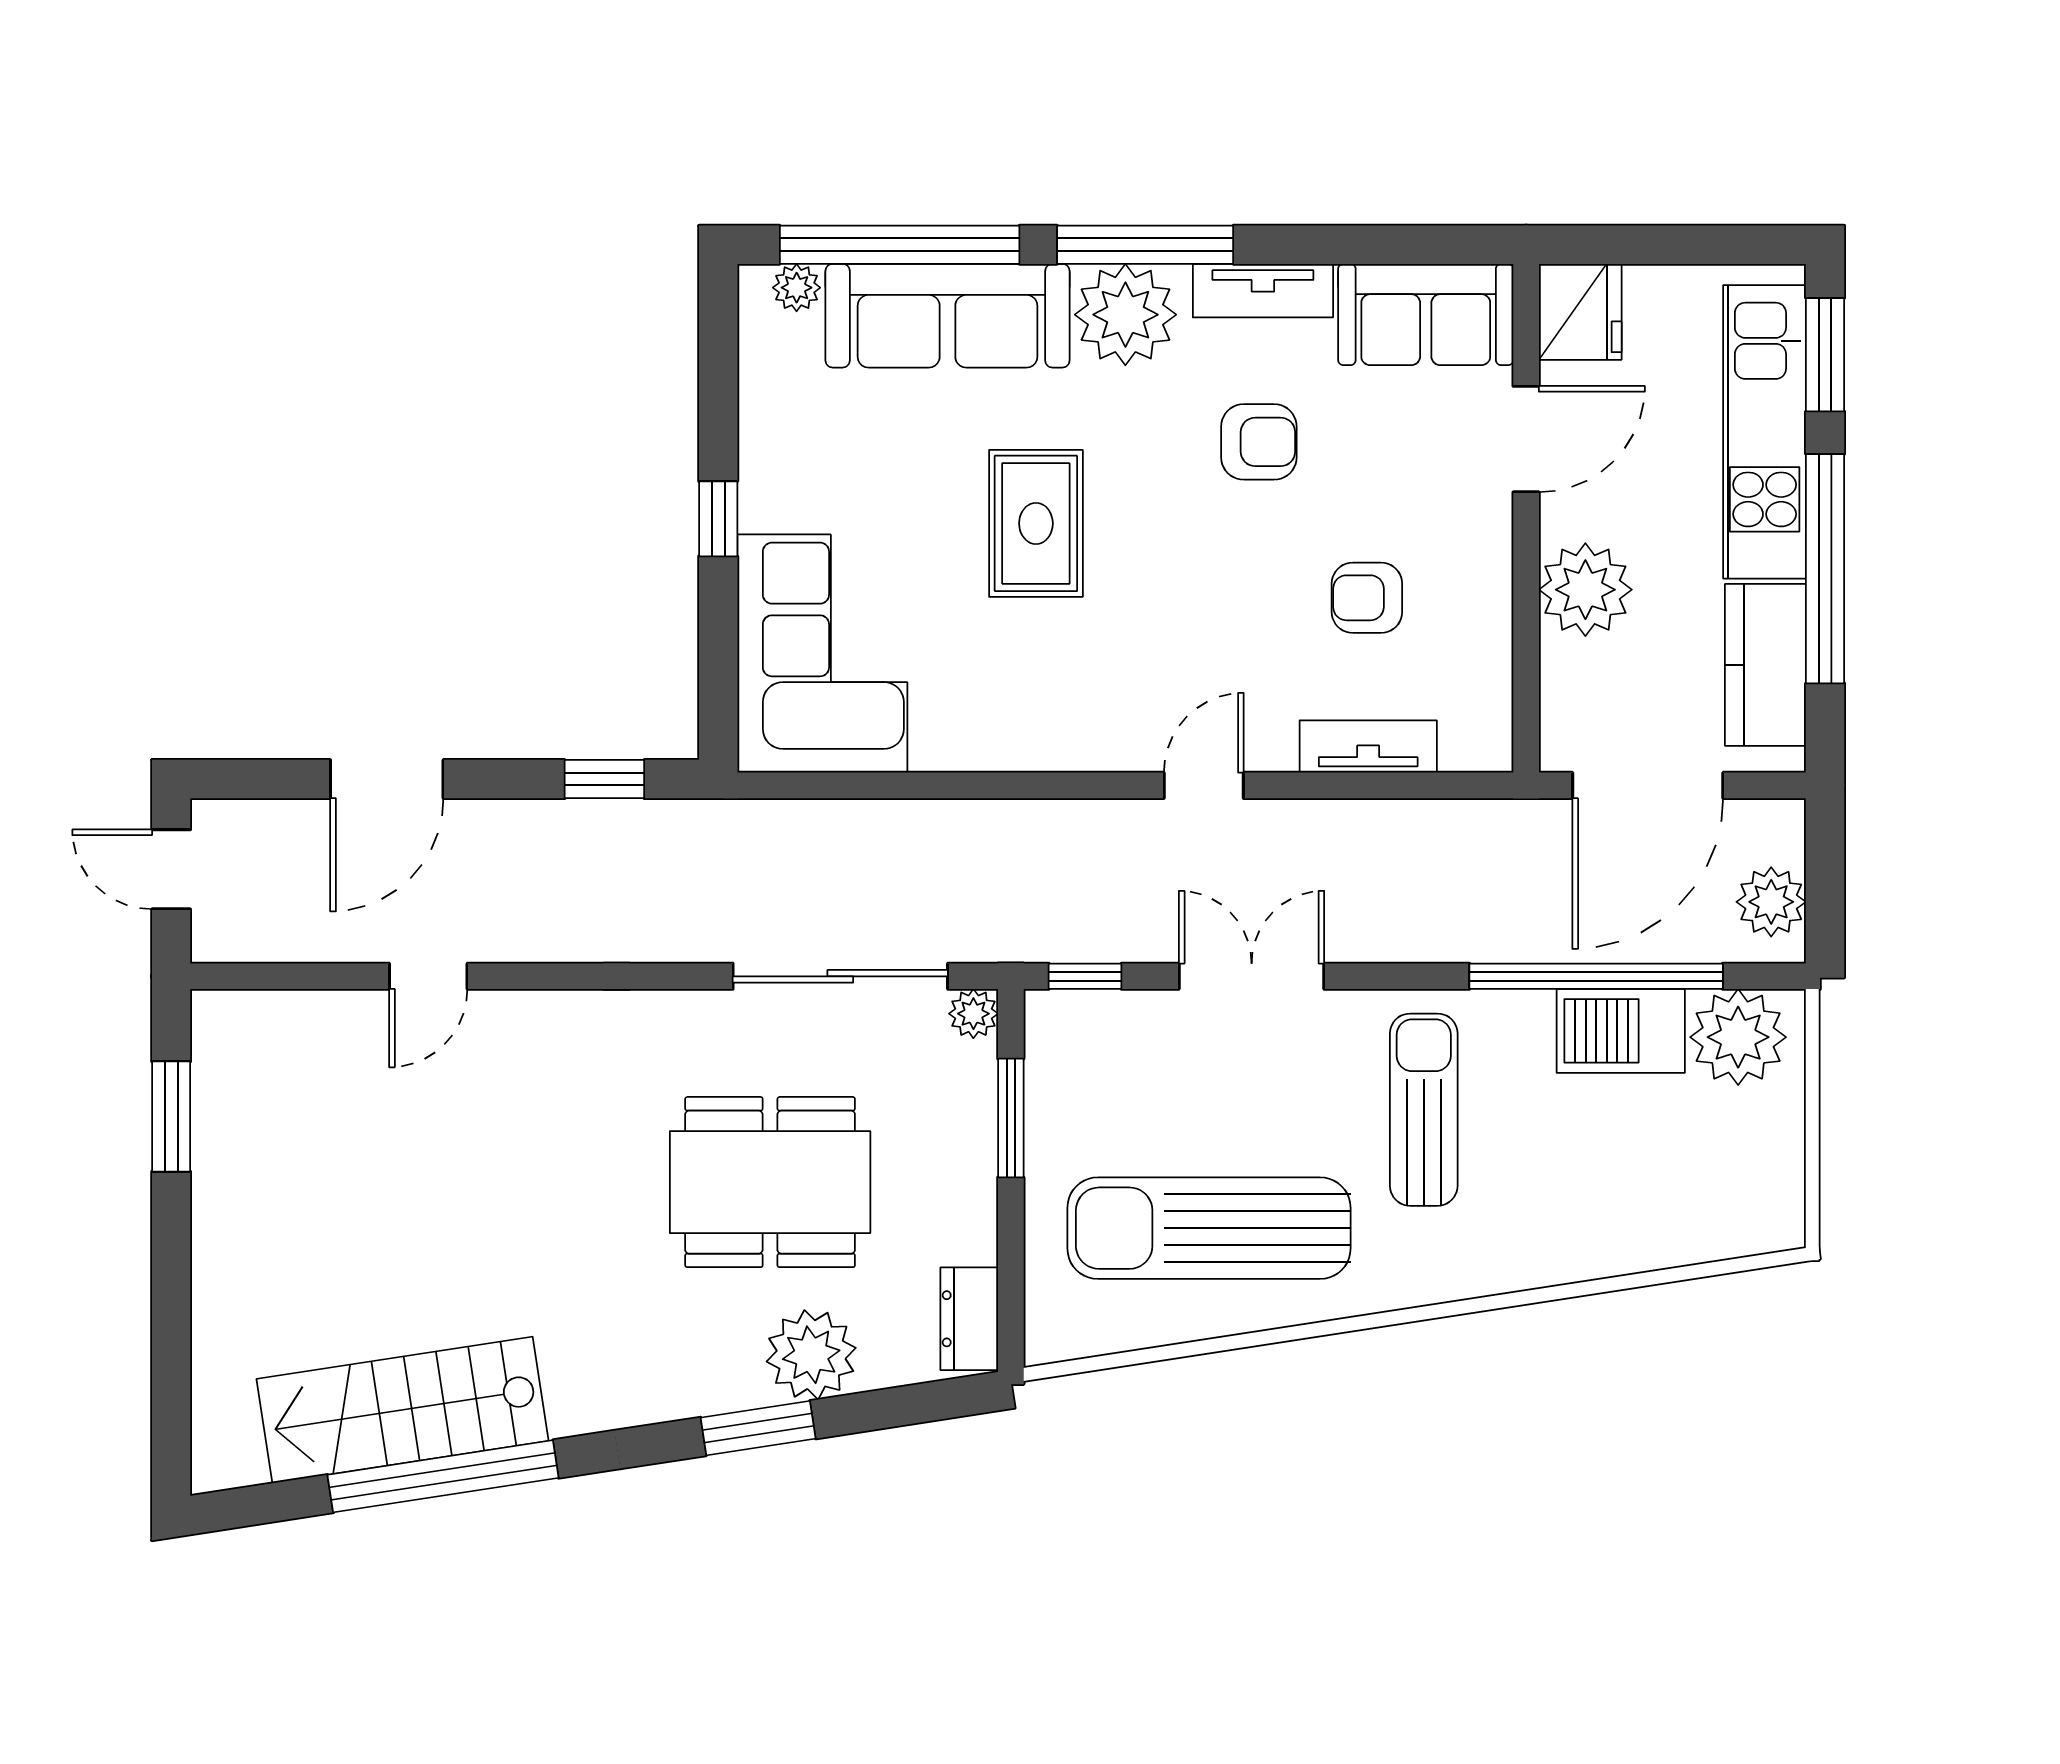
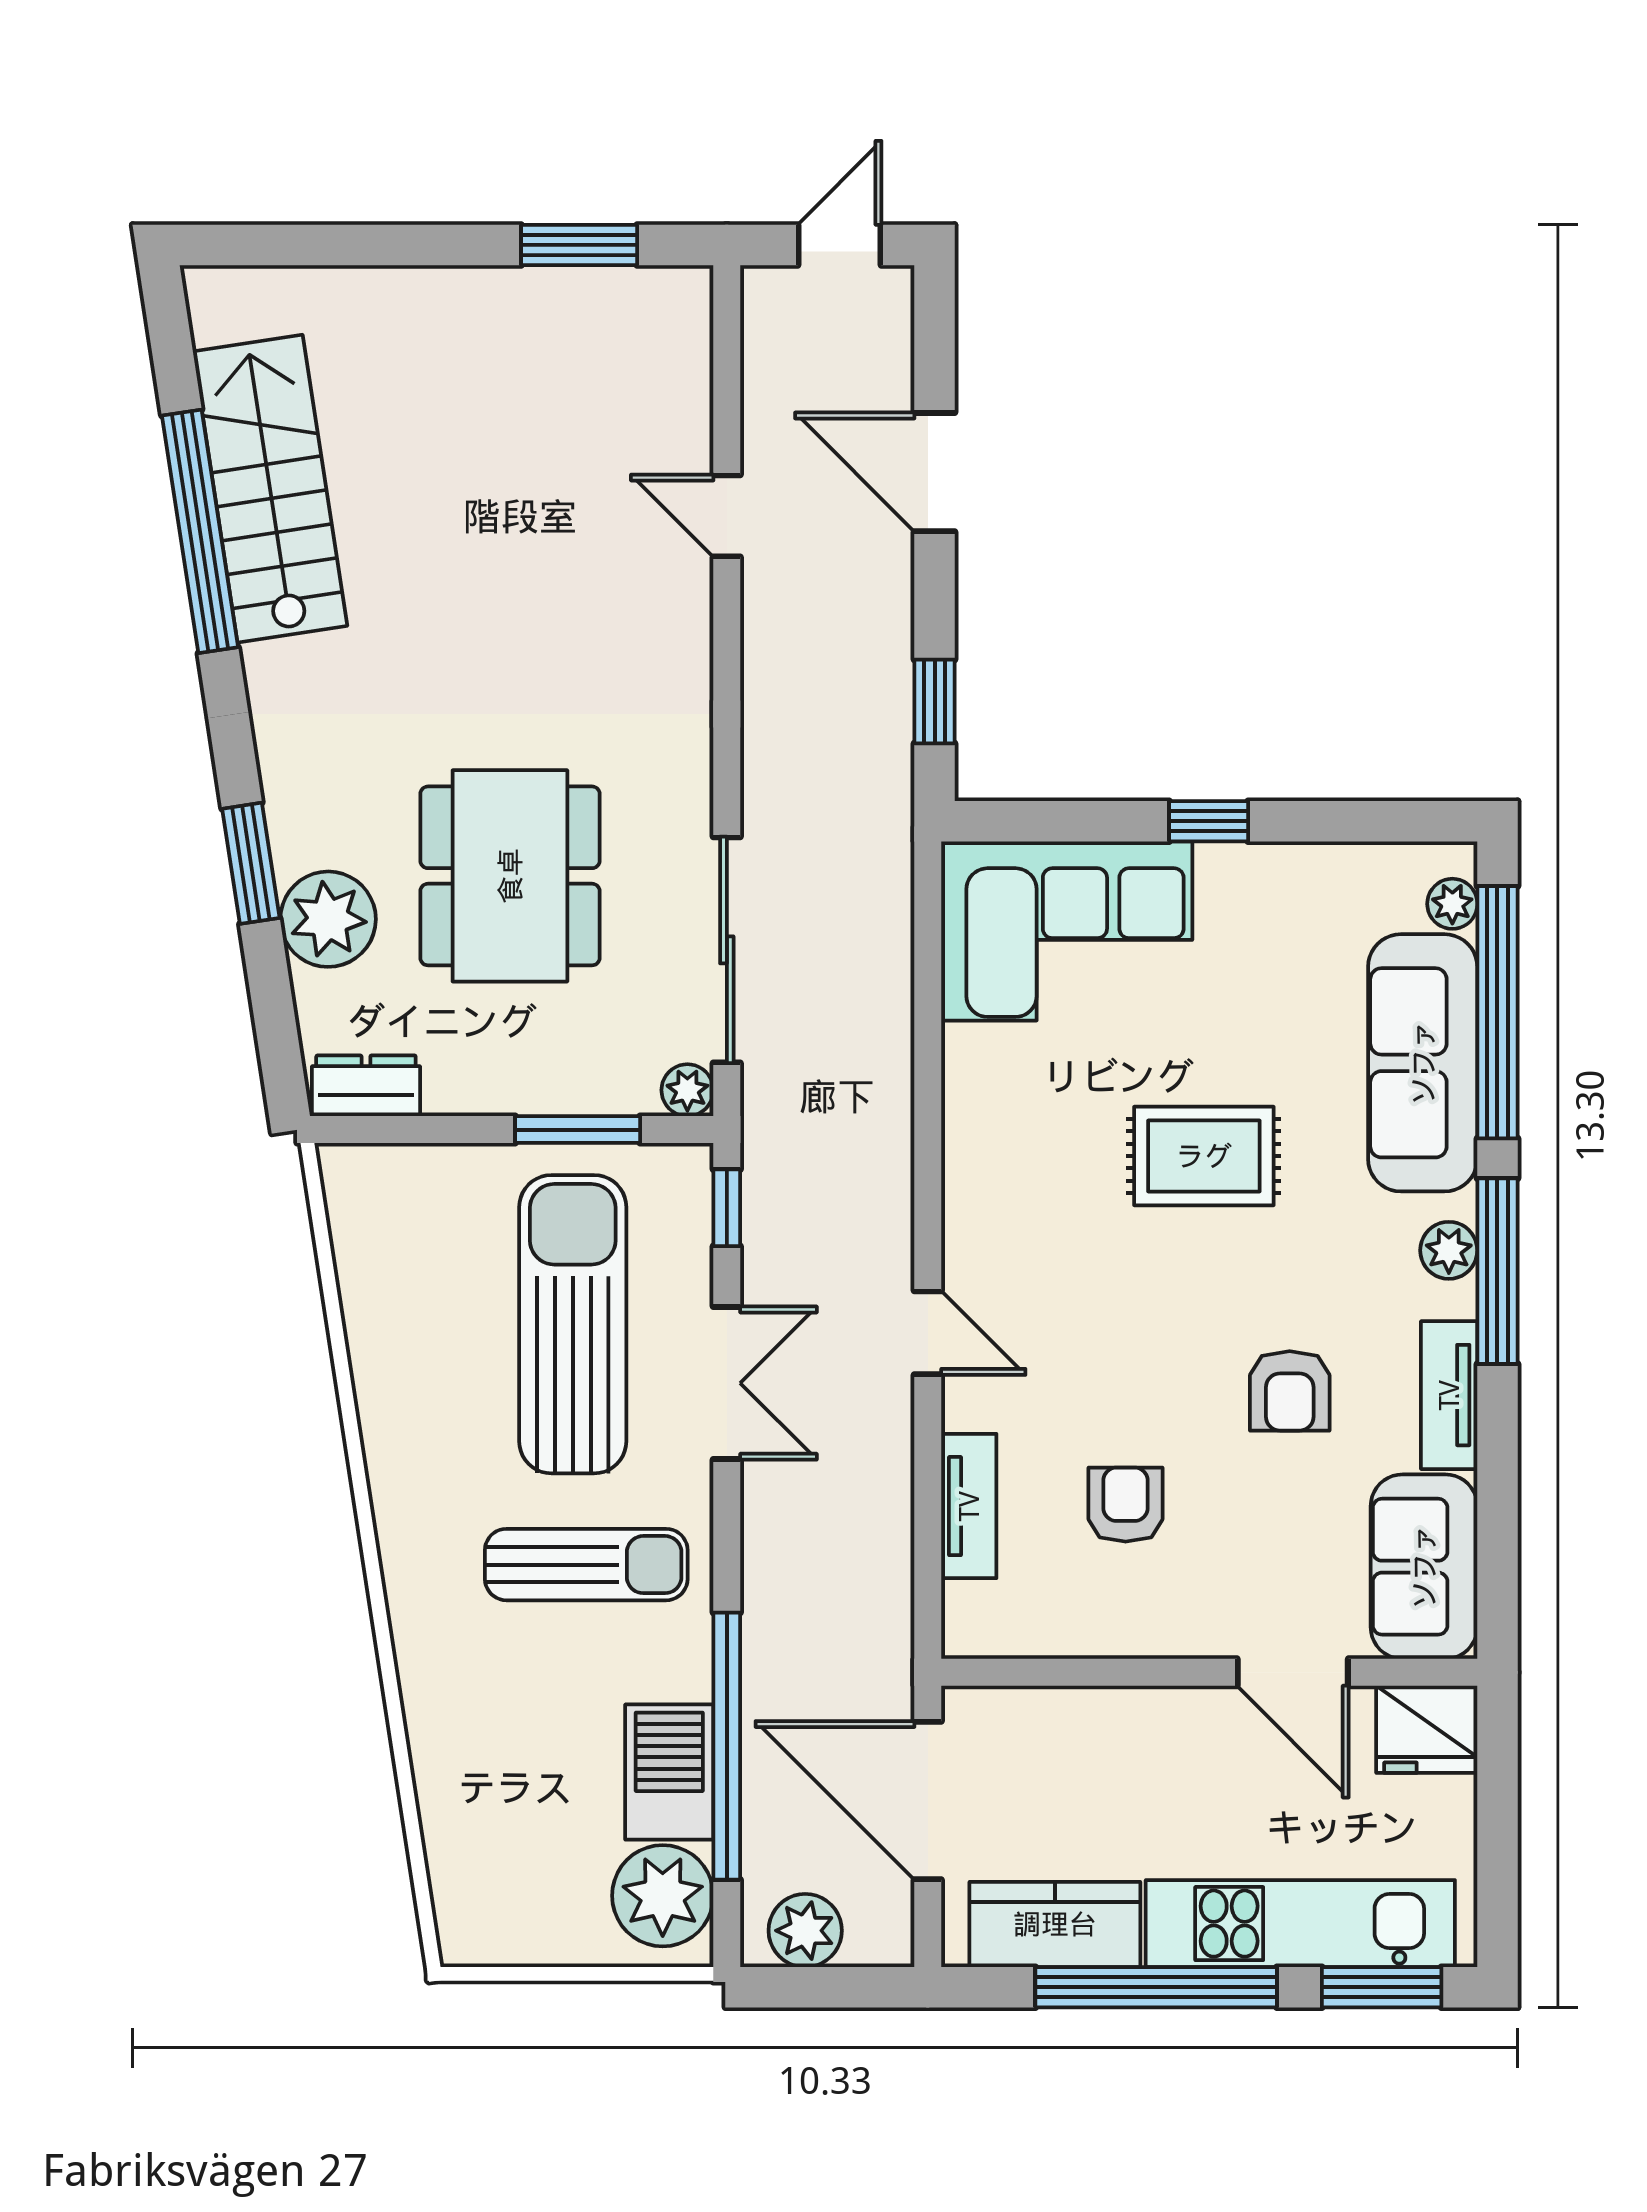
plant: (1125, 315) -> (1449, 1250), width x0.53, depth x0.53
plant: (1585, 590) -> (1134, 1735), removed
sun lounger: (1209, 1228) -> (573, 1324), moved

